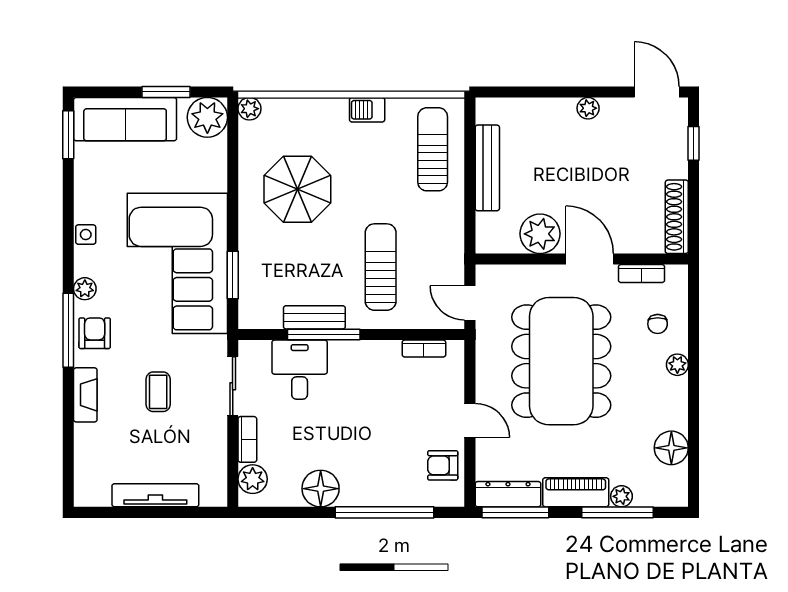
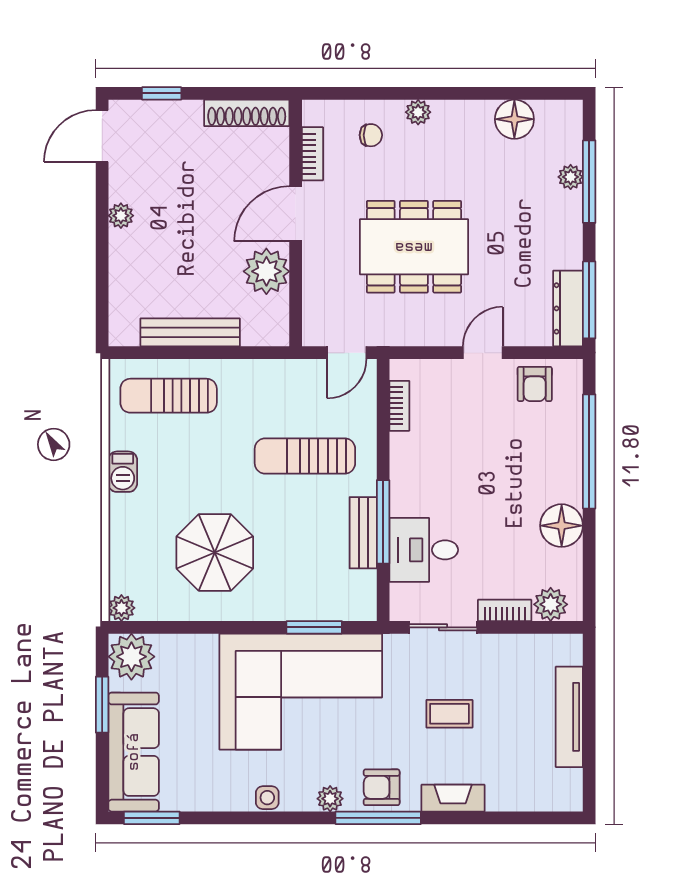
dining table: (561, 361) -> (414, 247), width x0.73, depth x0.80
piano: (576, 492) -> (566, 230), removed

